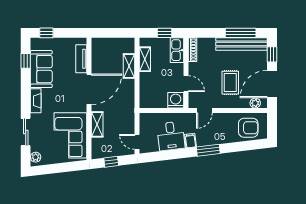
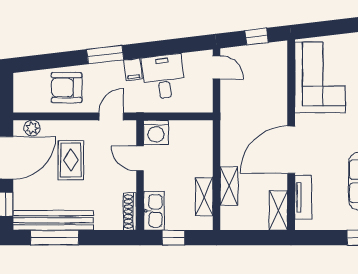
shelving: (97, 124) -> (278, 210), moved
armchair: (248, 128) -> (67, 88), moved

